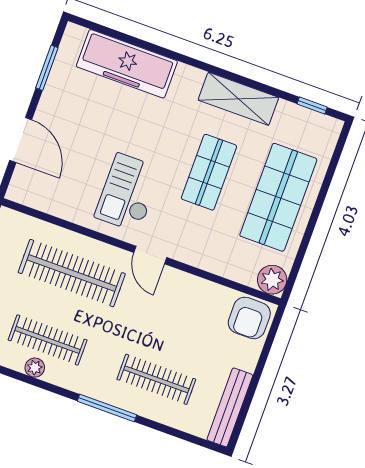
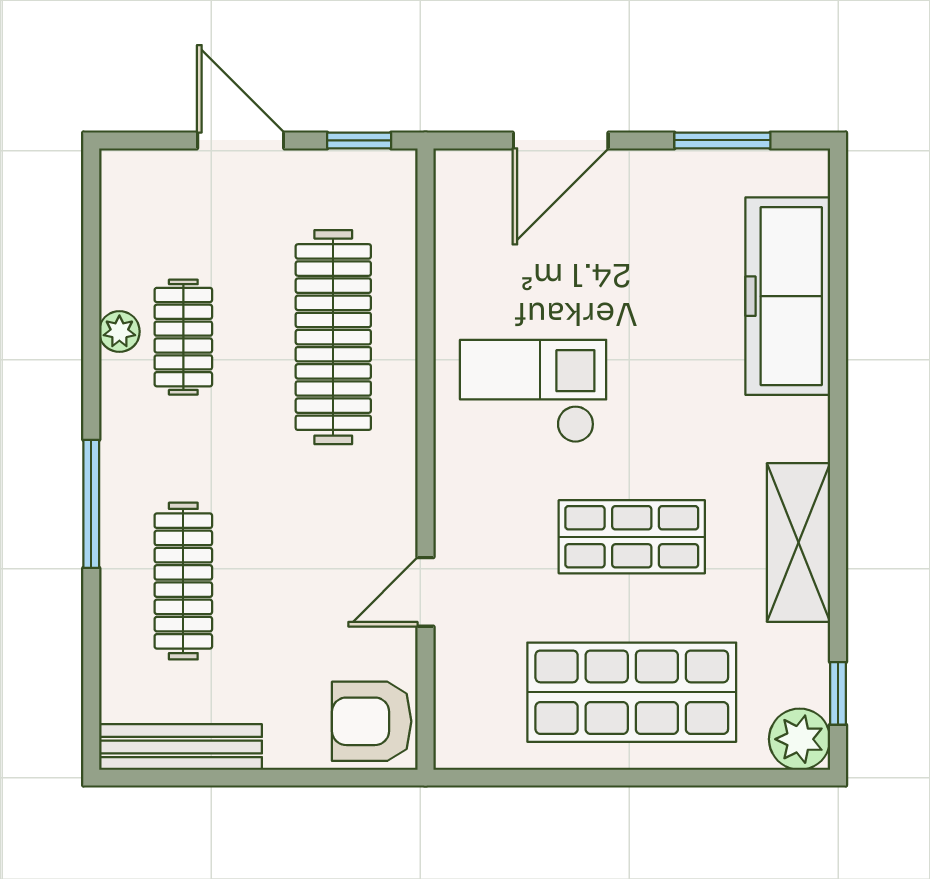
door: (150, 255) -> (425, 592), moved
plant: (272, 280) -> (800, 739), moved
clothes rail: (48, 340) -> (183, 337), width x0.73

